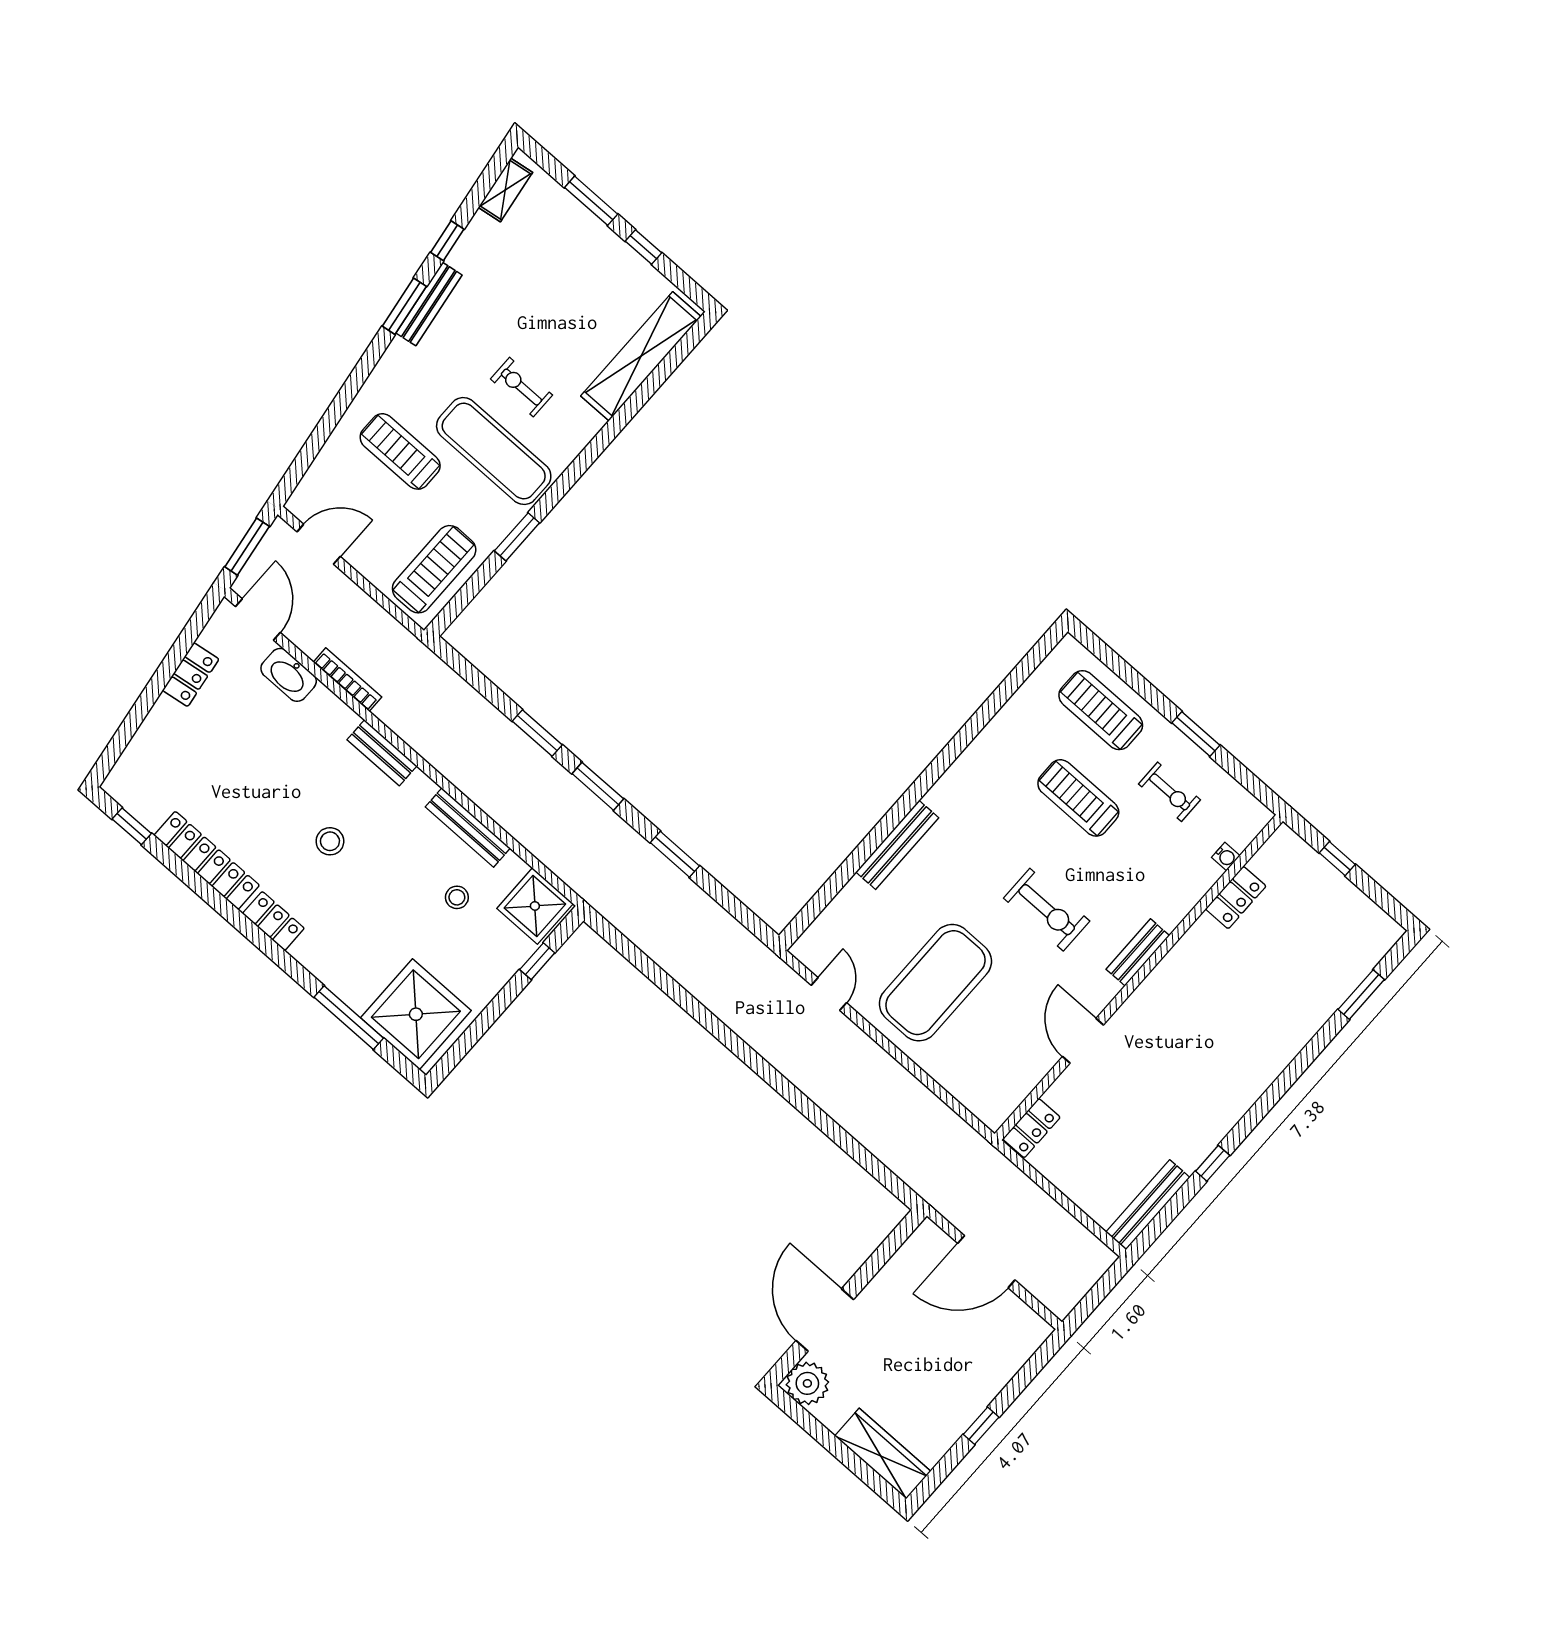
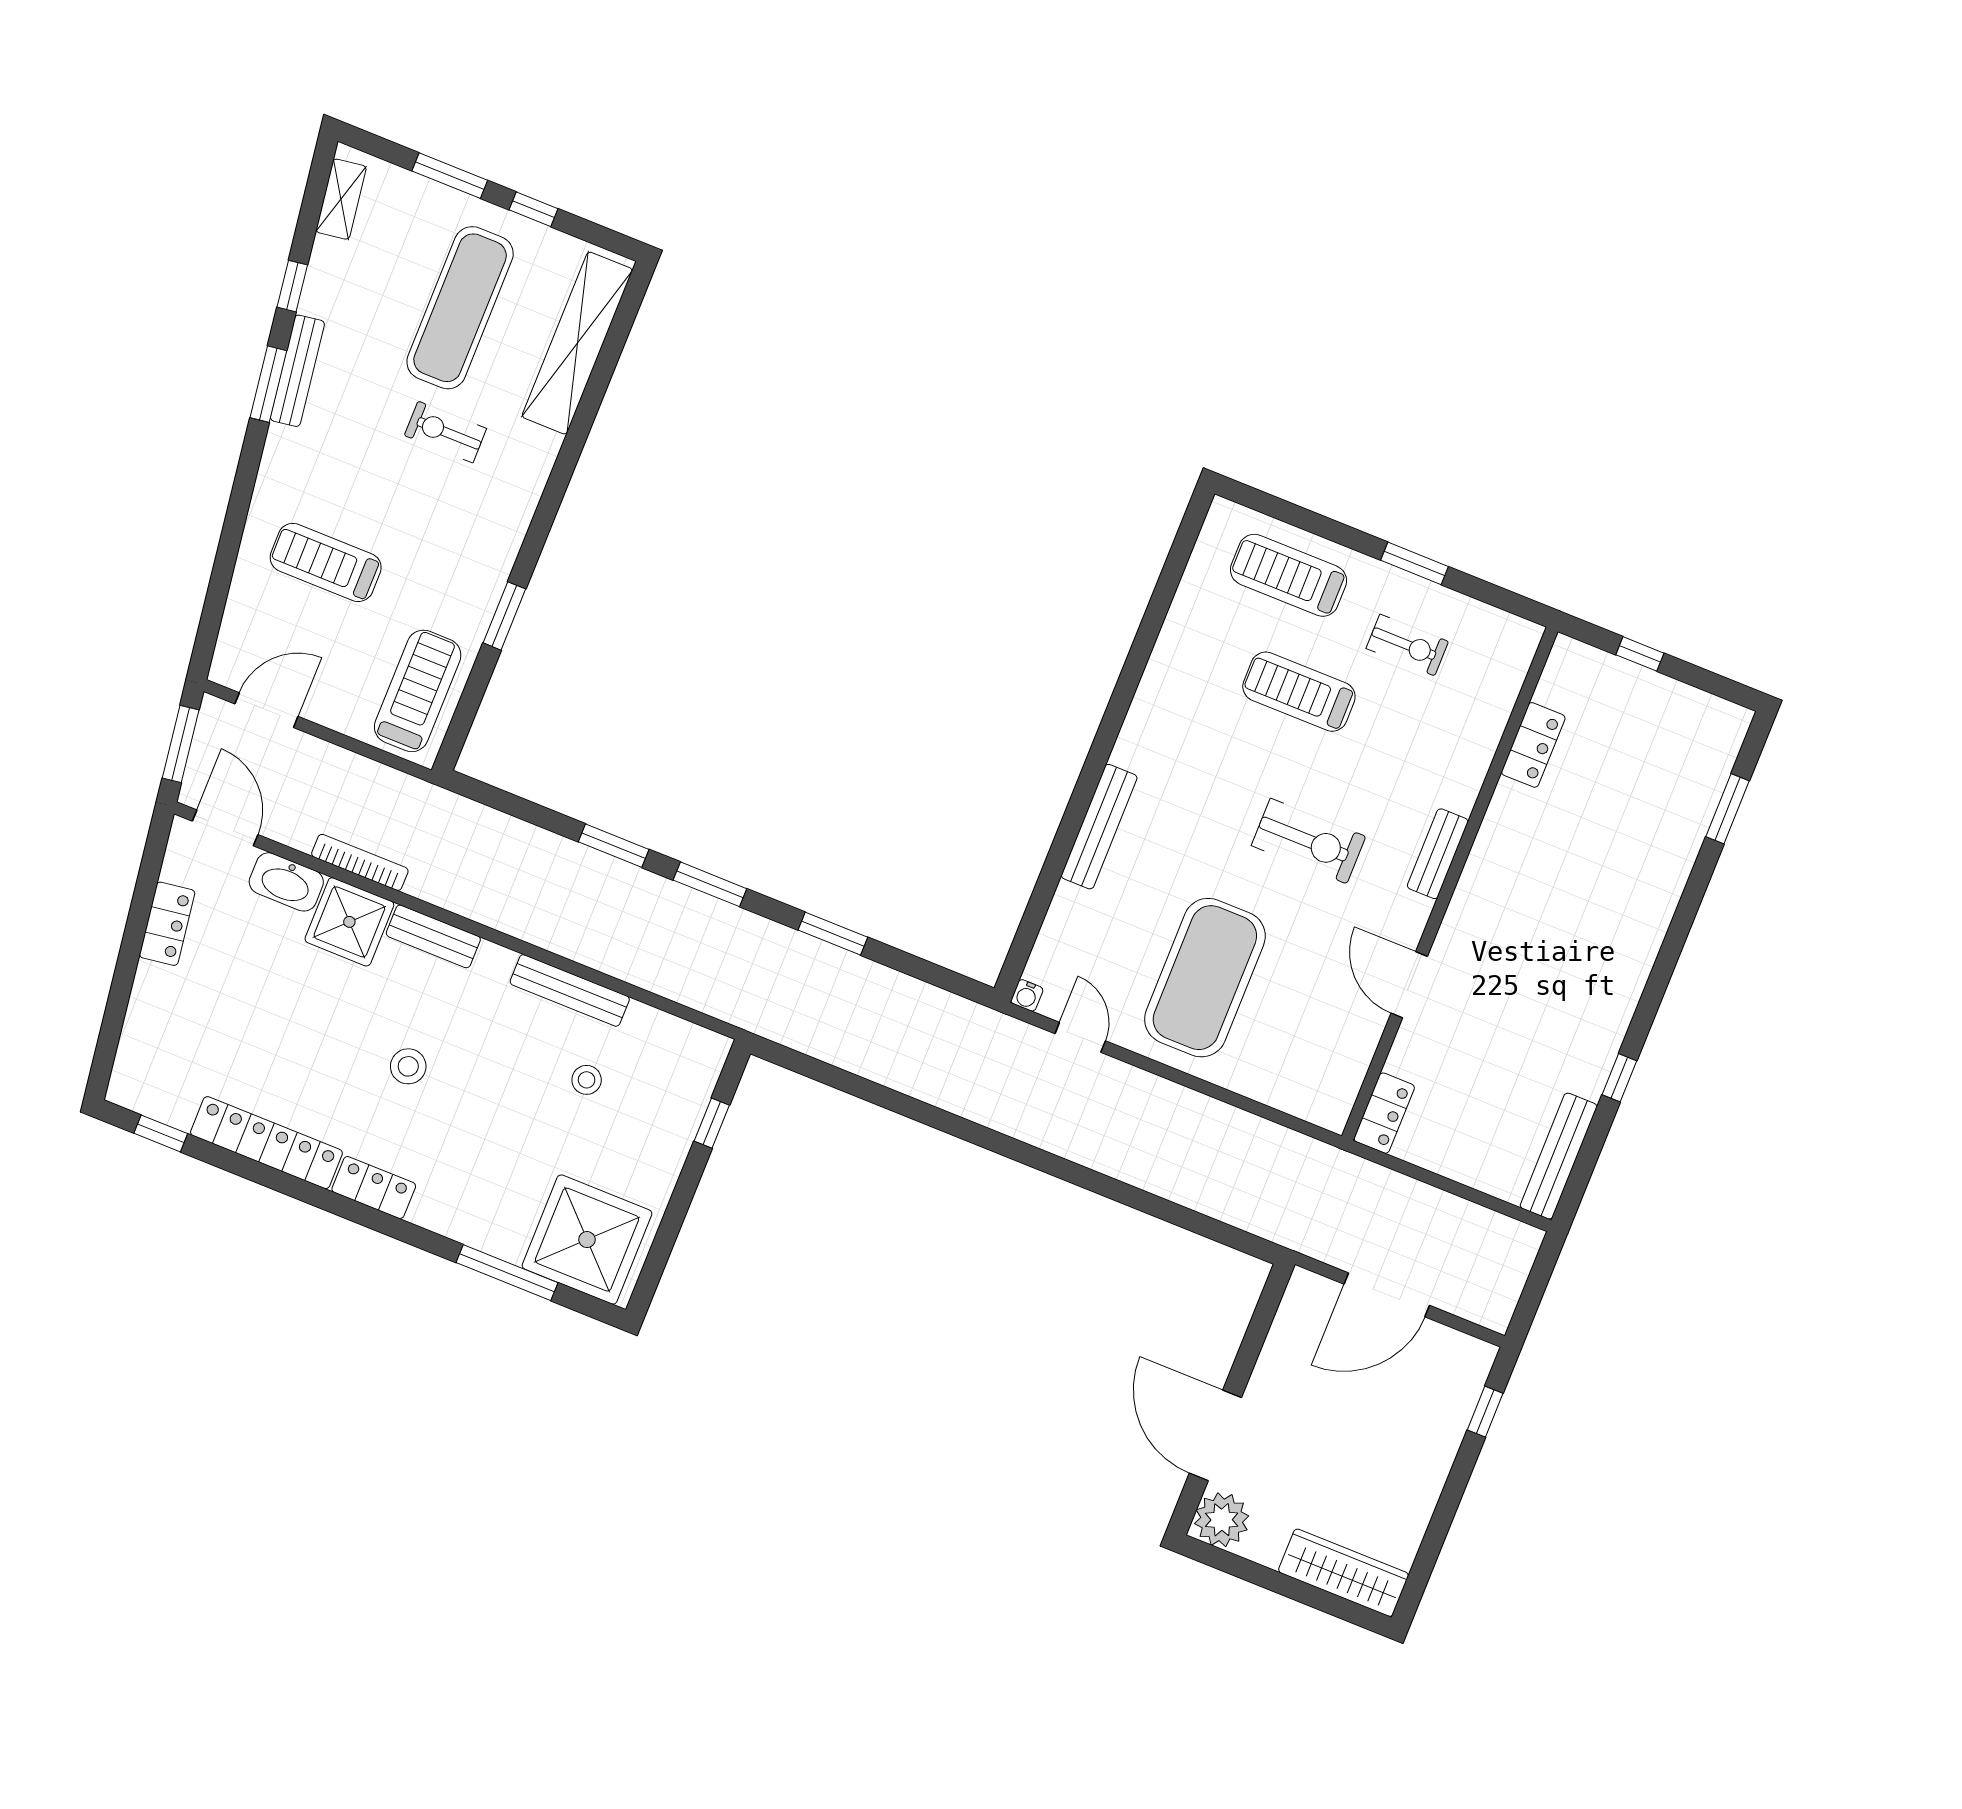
exercise mat: (494, 451) -> (460, 308), moved, turned 90
water cooler: (1226, 857) -> (1027, 995), moved, turned 90
shower: (535, 906) -> (349, 922), moved
window: (981, 1426) -> (1485, 1412), moved

